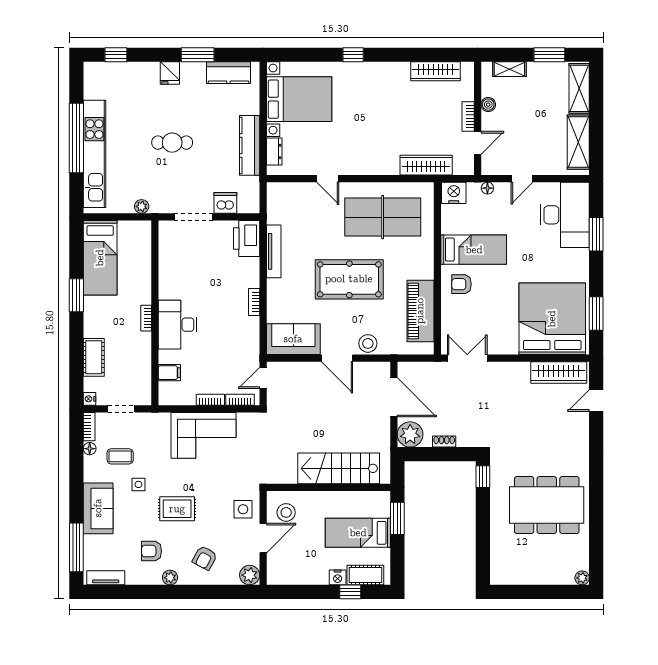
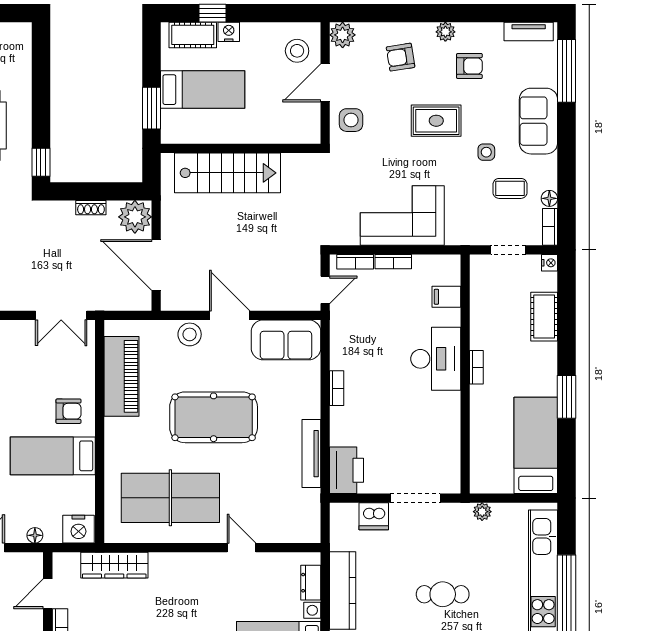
stool: (286, 512) -> (297, 51), moved
armchair: (205, 558) -> (401, 57), turned -127

